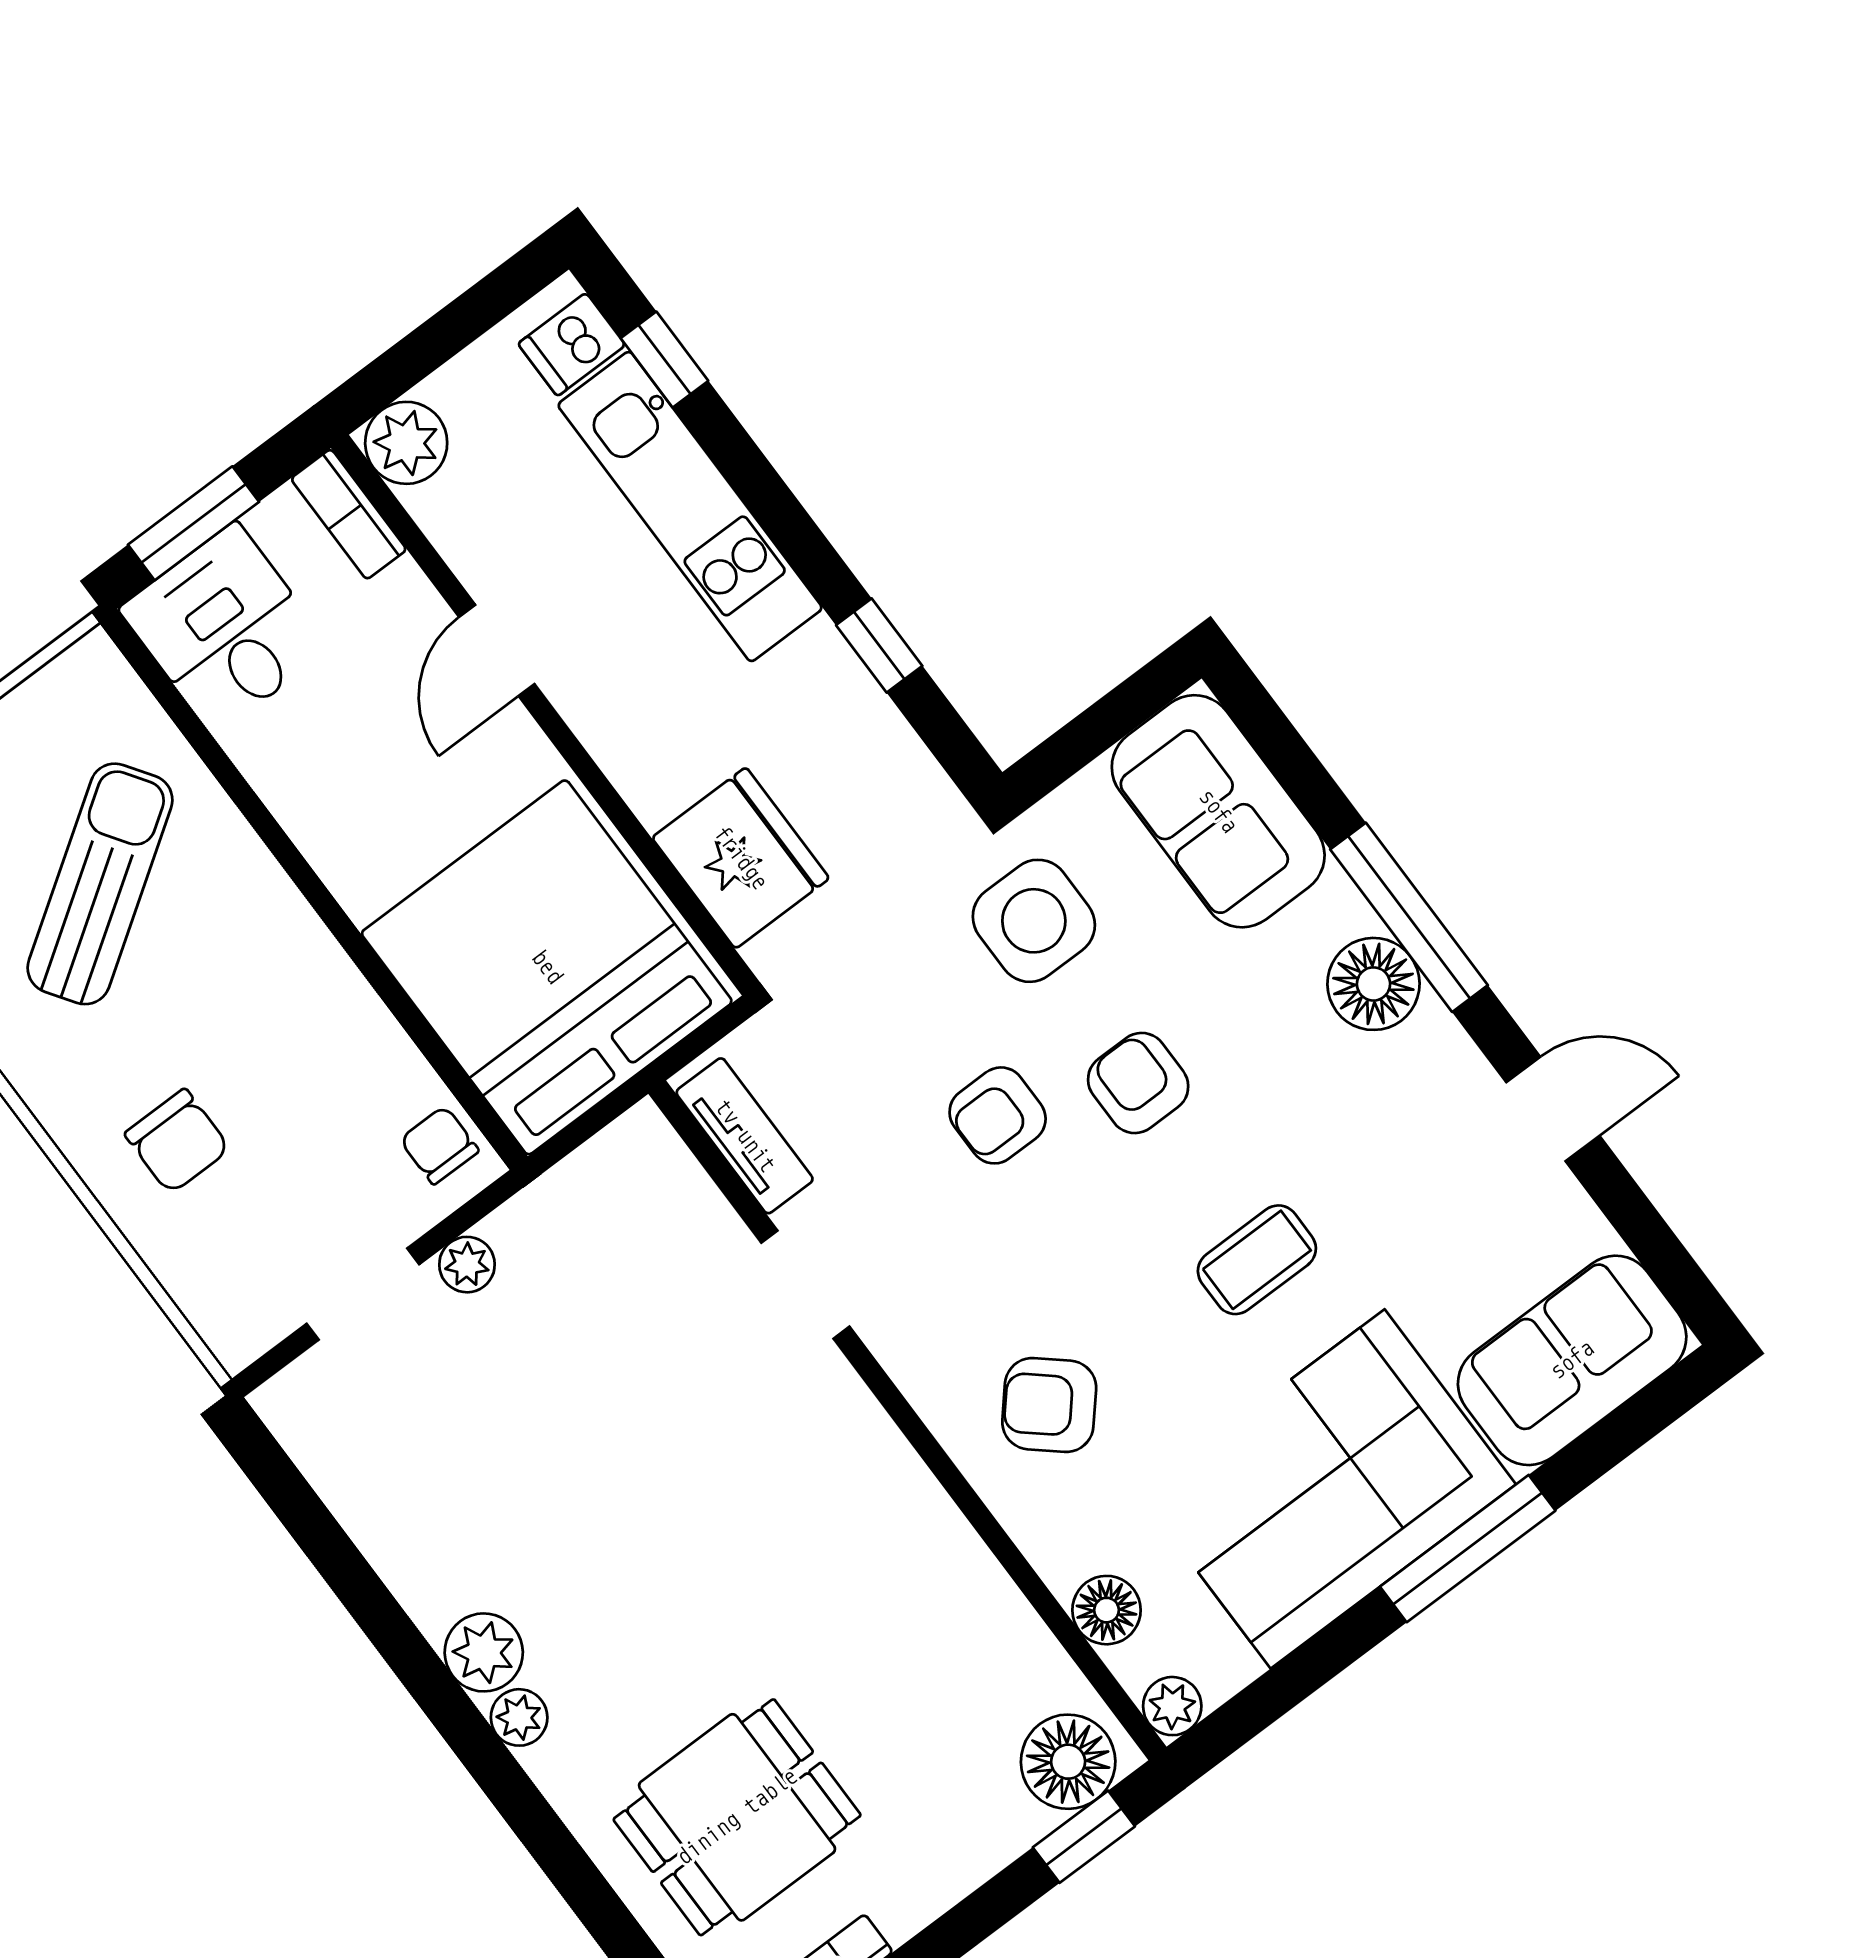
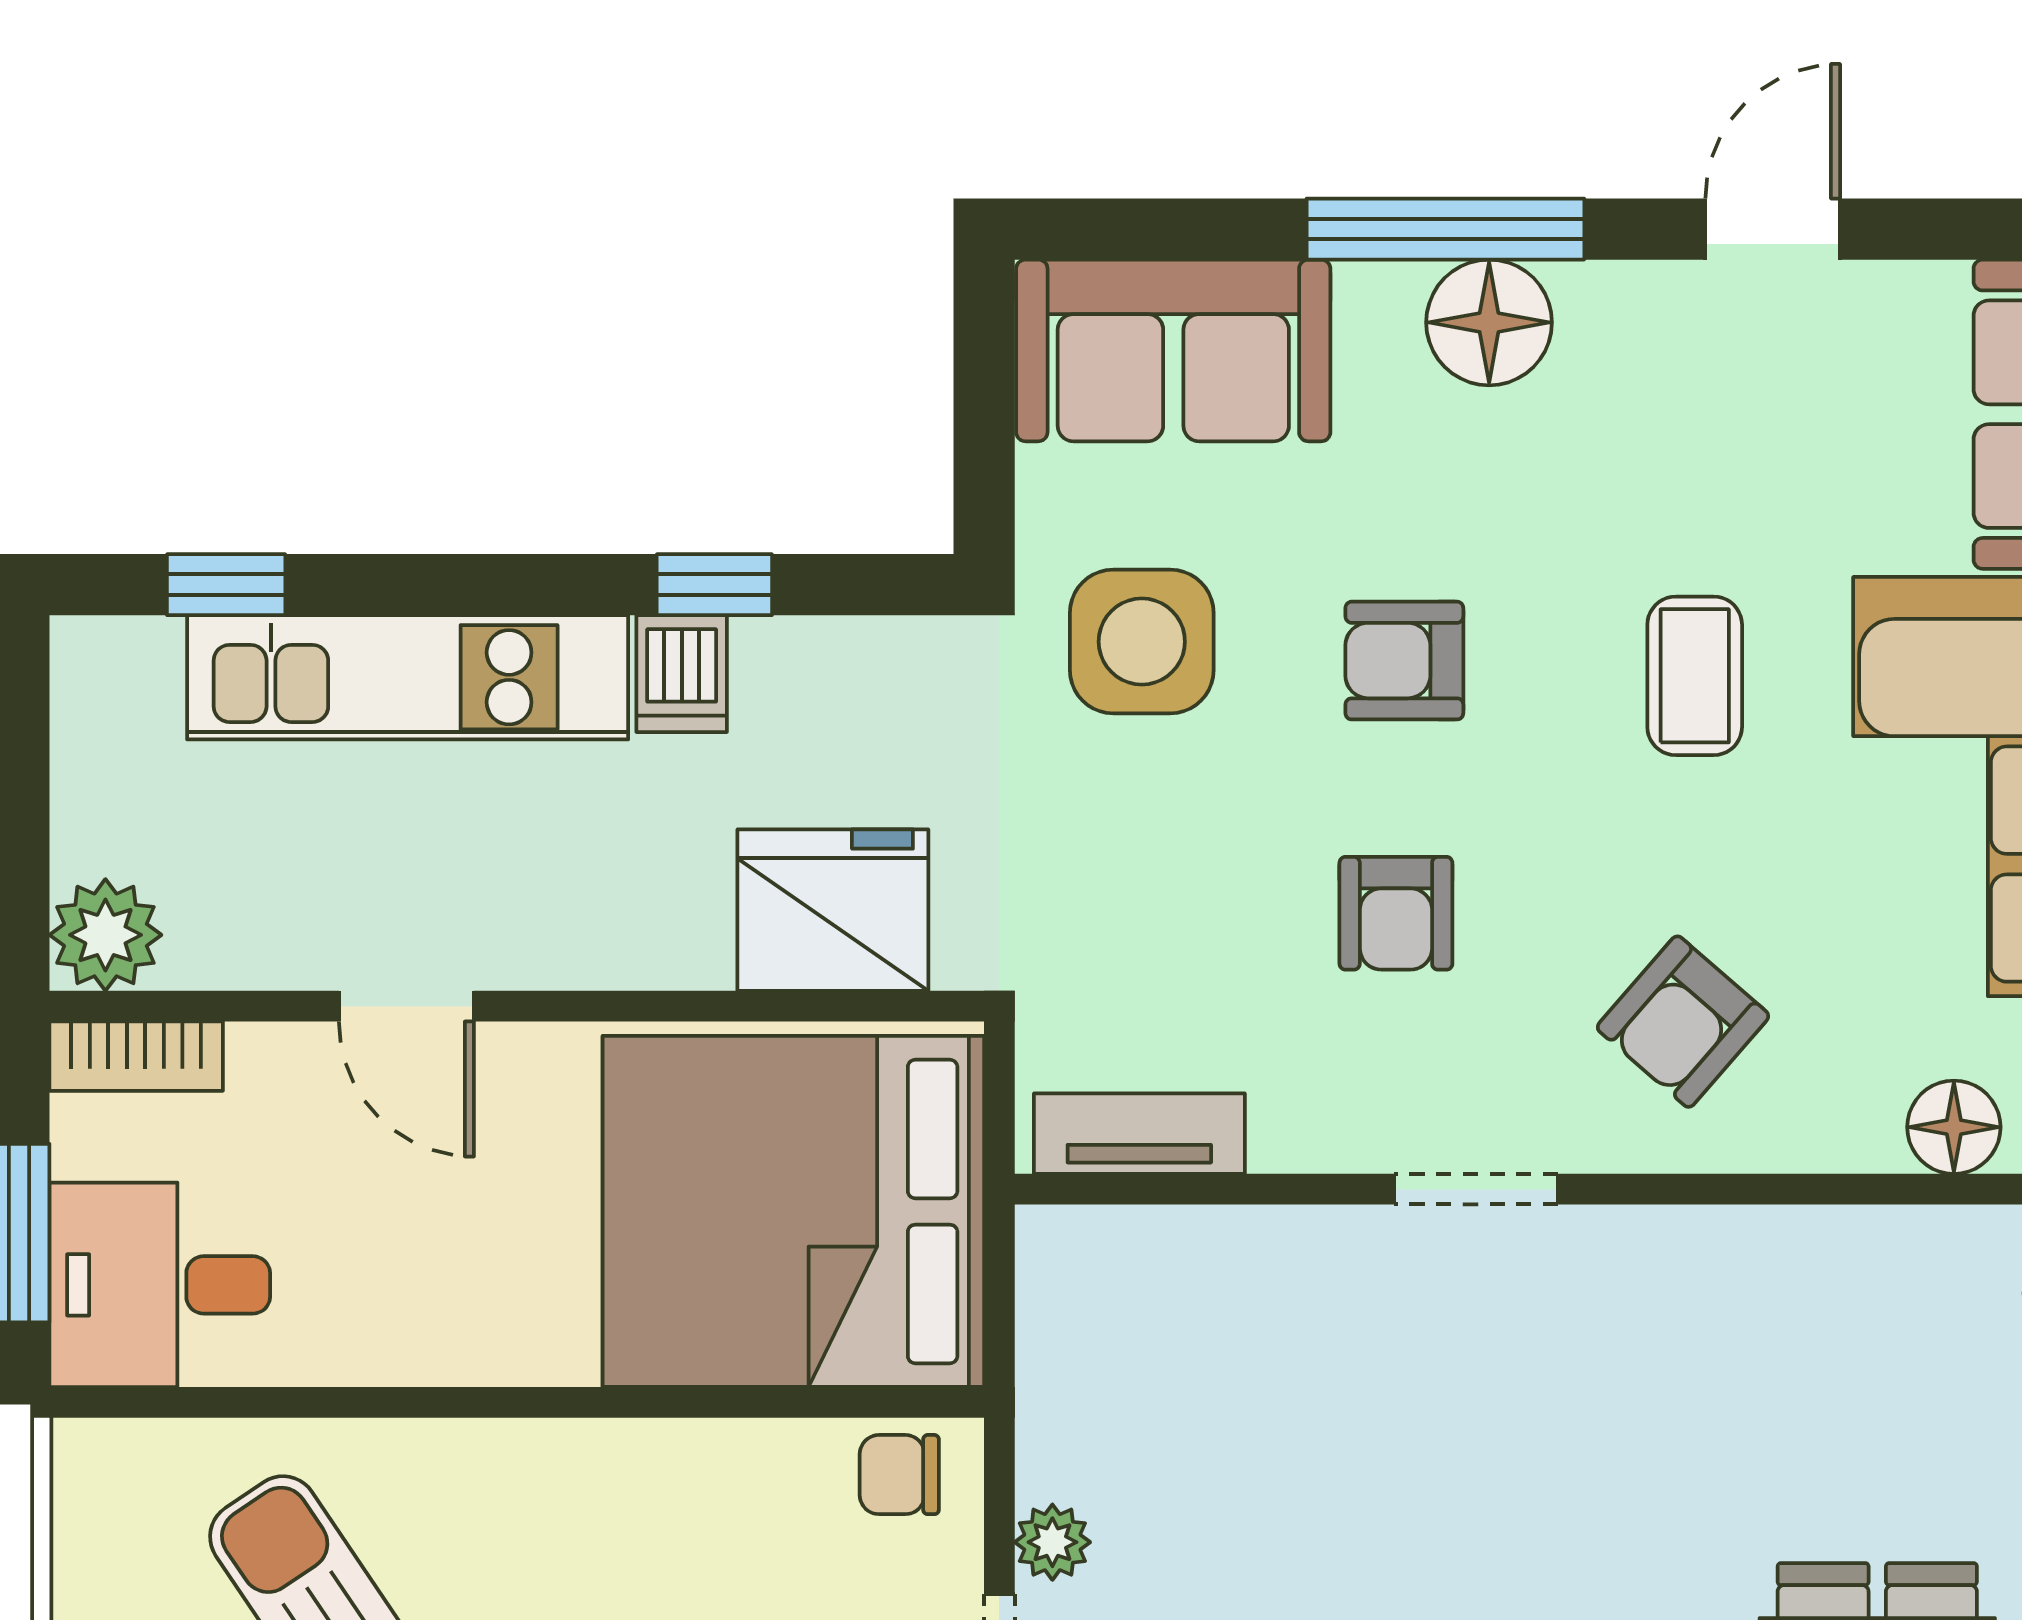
dishwasher: (572, 344) -> (682, 674), moved
armchair: (998, 1115) -> (1396, 913), moved
doorway: (805, 1285) -> (1476, 1189), moved

